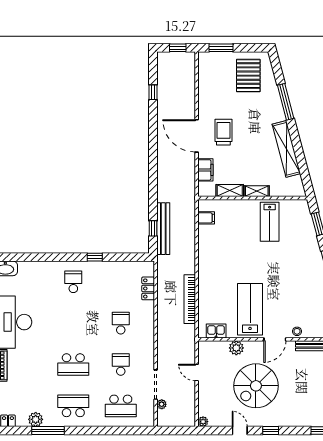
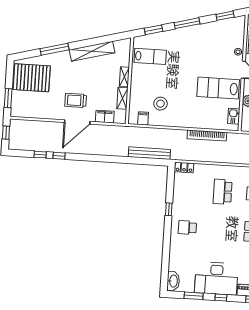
pallet: (248, 76) -> (32, 78), width x1.37, depth x1.41
lab bench: (270, 222) -> (150, 56), moved
window: (153, 228) -> (59, 156), moved
stool: (226, 239) -> (160, 104), added
locker: (148, 288) -> (184, 168), moved
school desk: (121, 323) -> (223, 192), width x1.85

